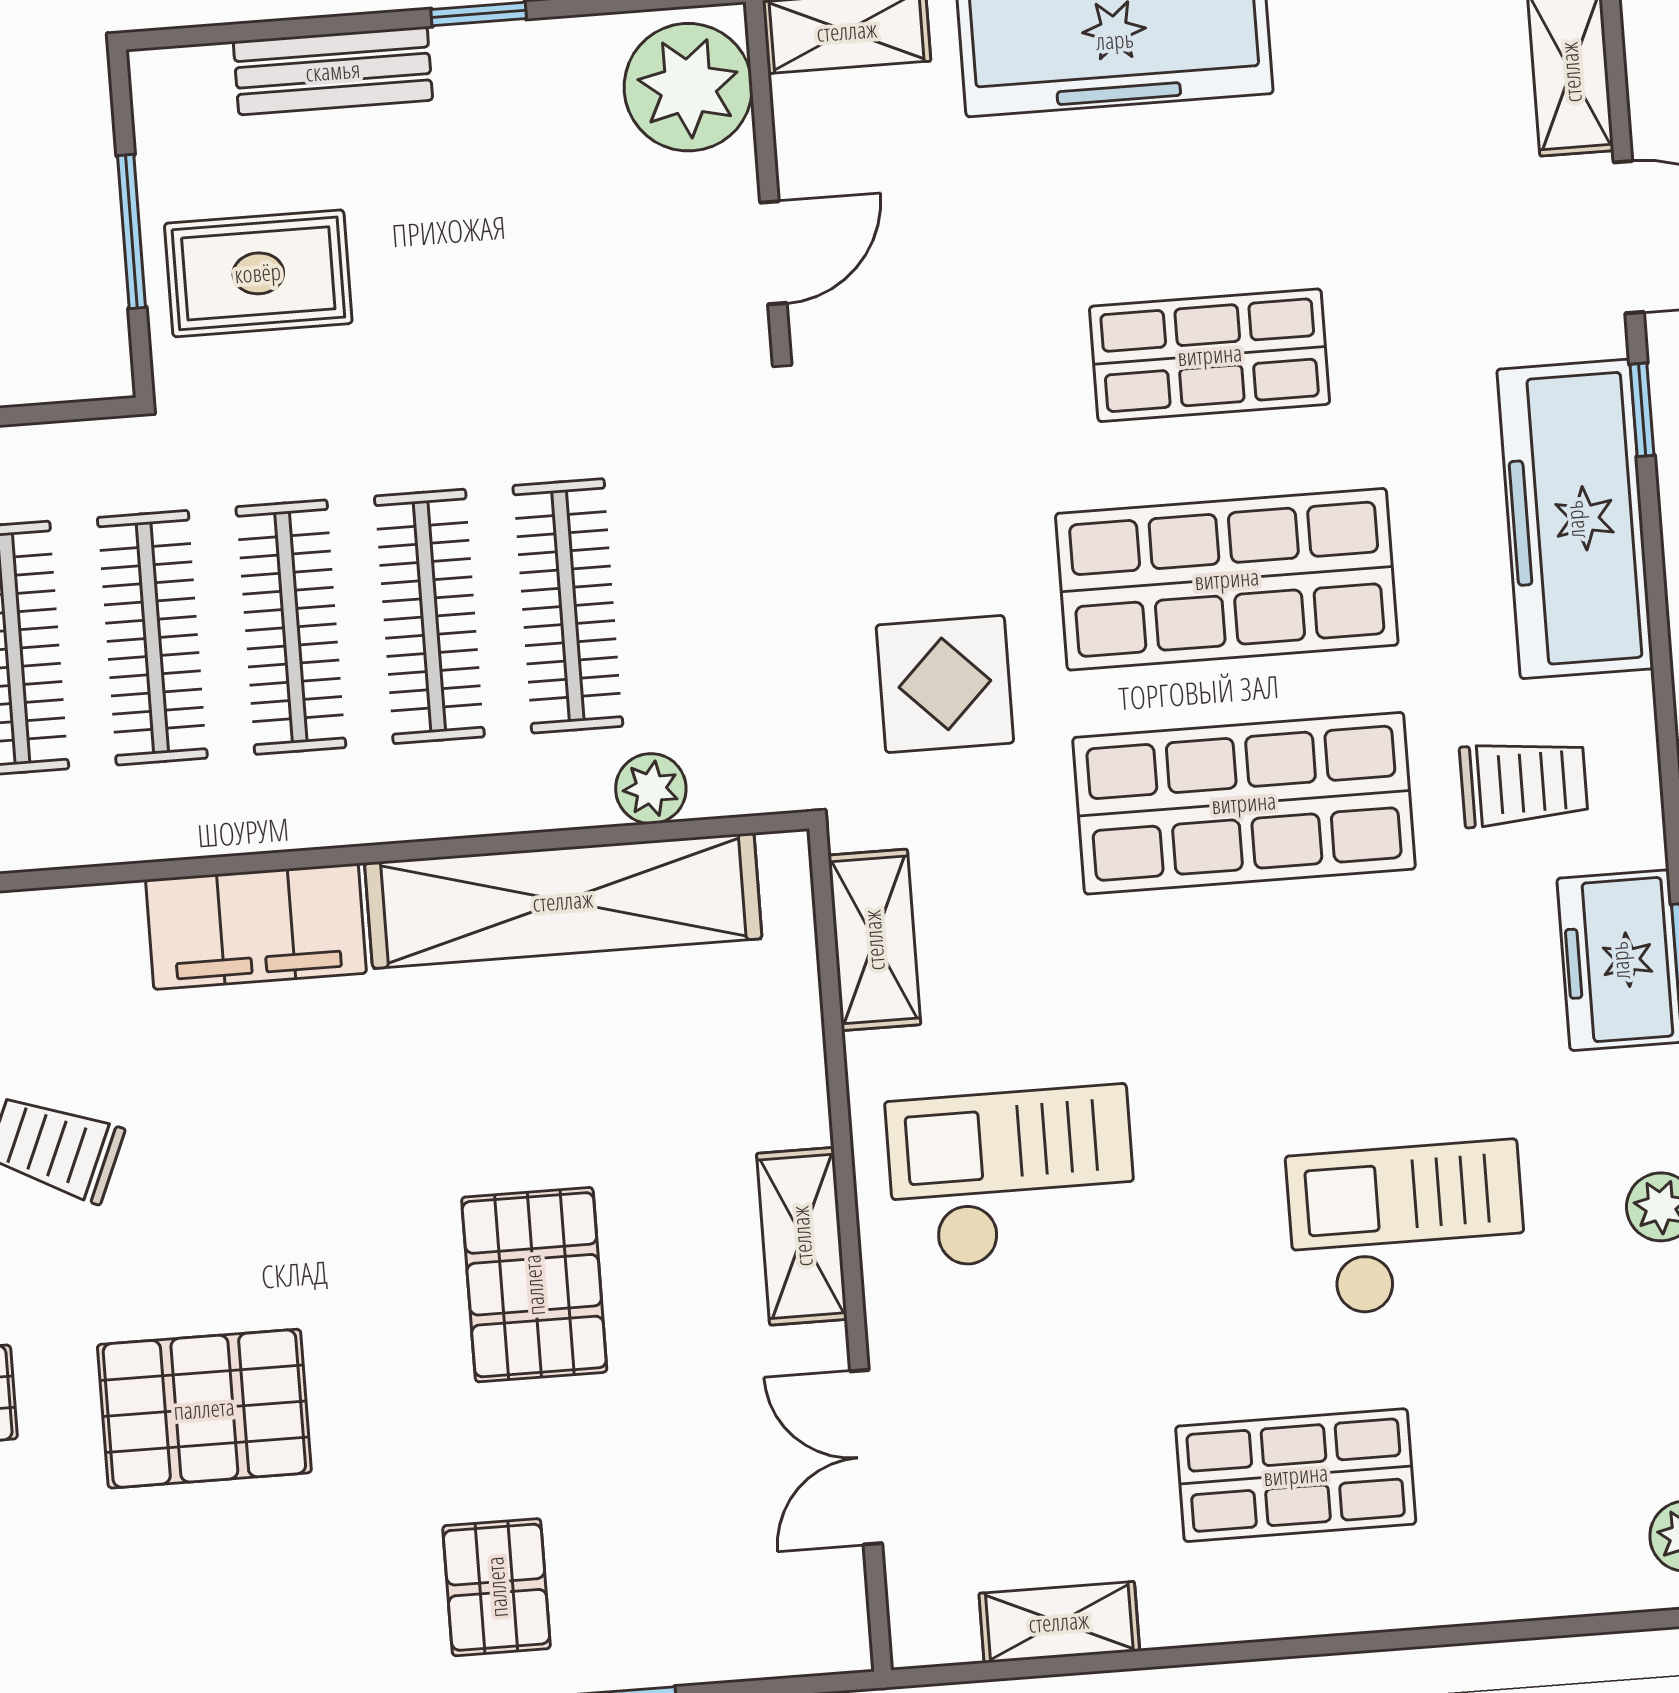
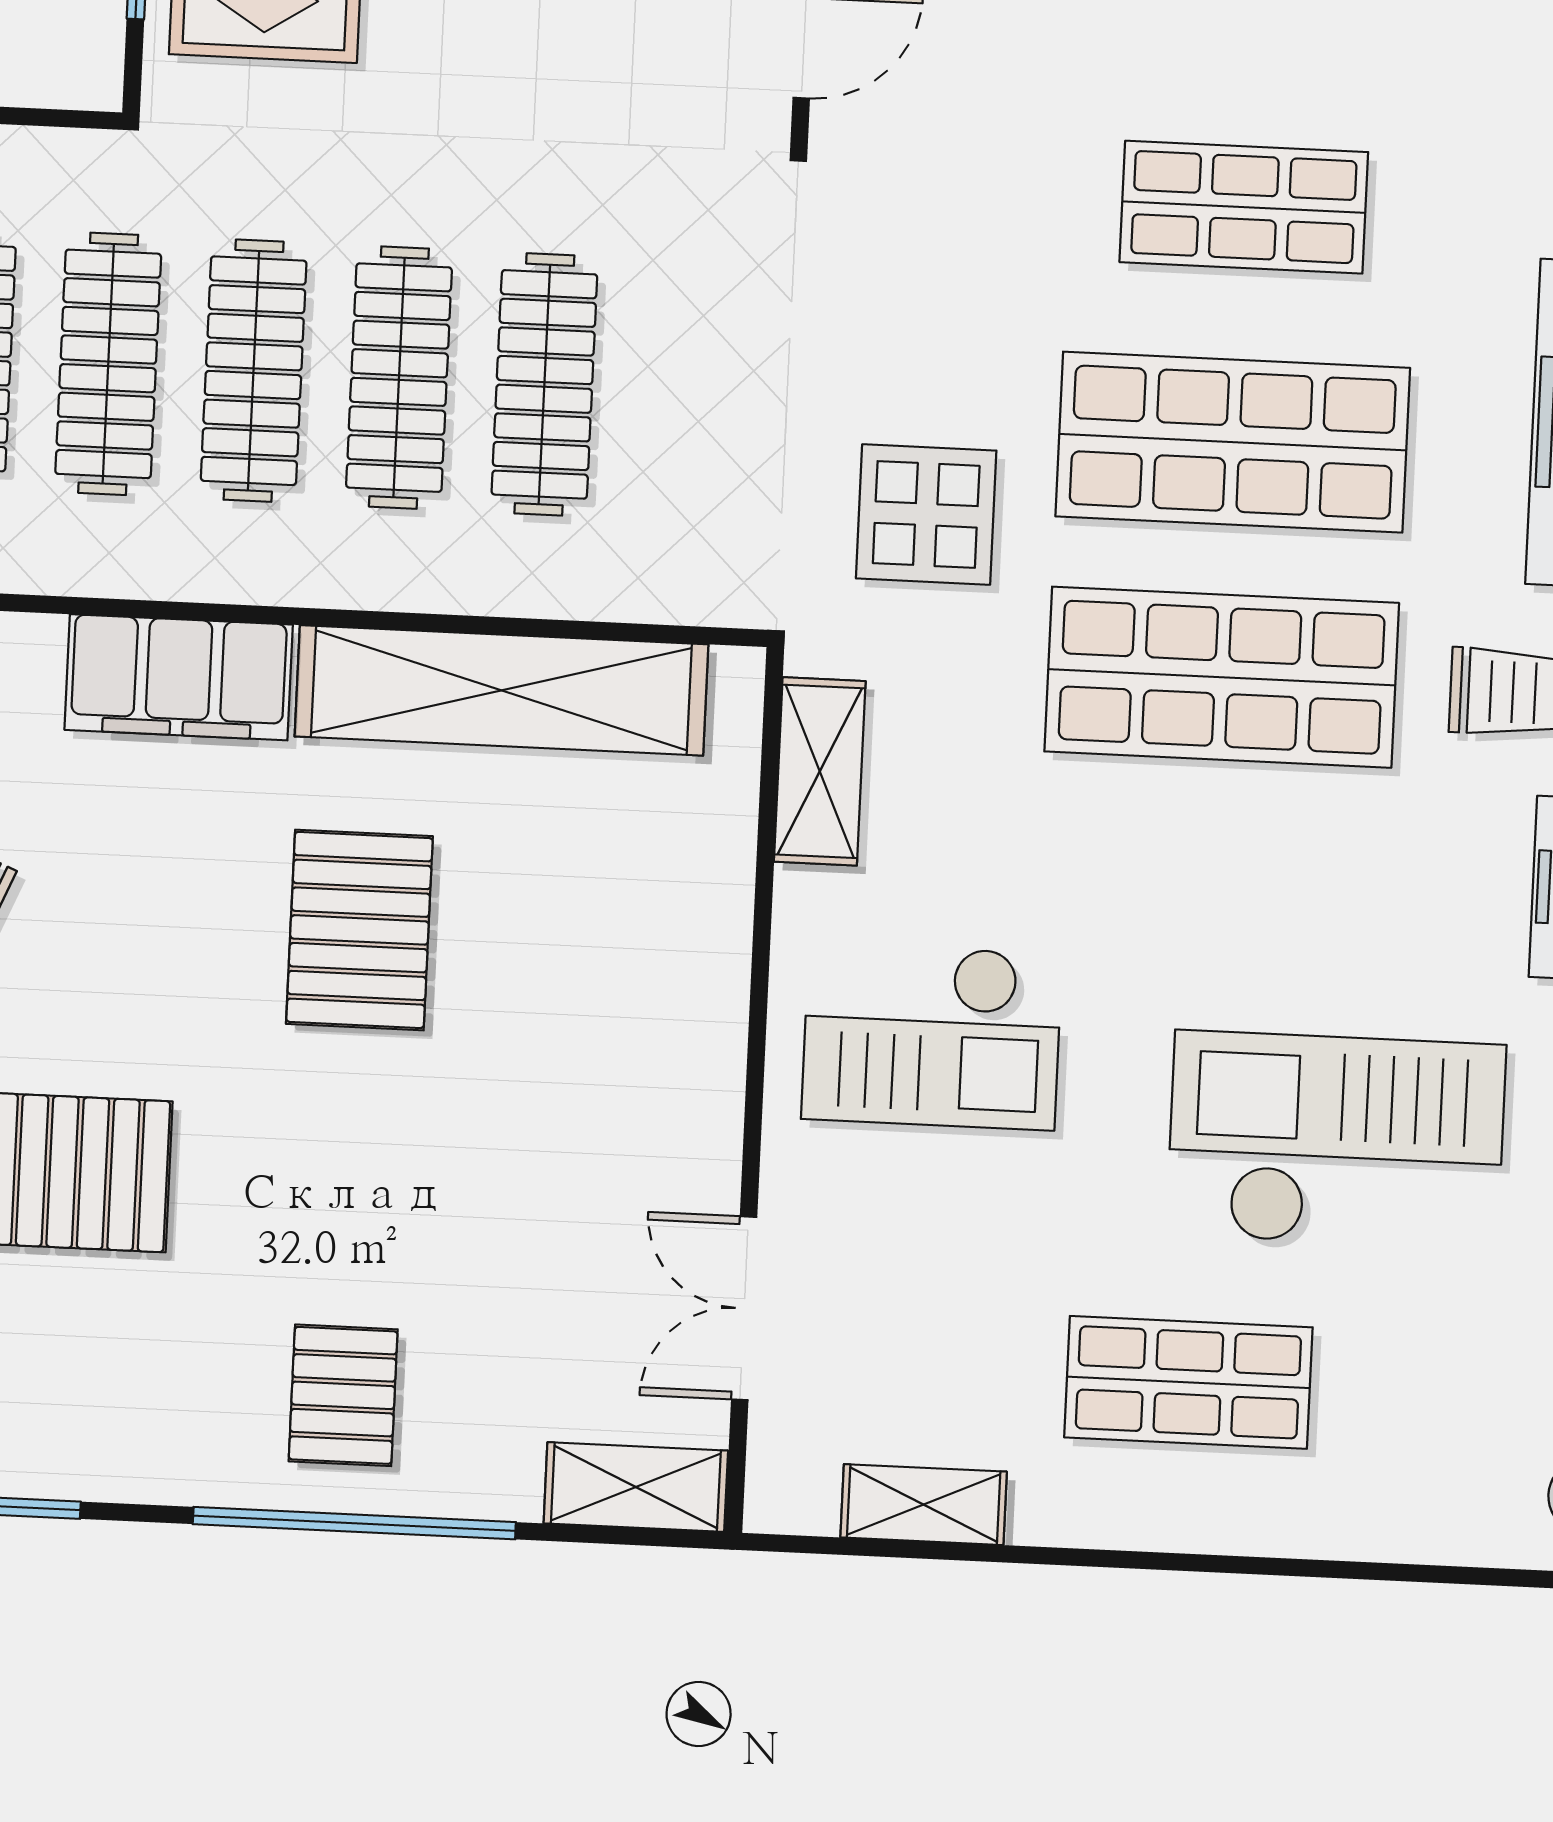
plant: (651, 789) -> (607, 585), removed
checkout: (1012, 1177) -> (932, 1036), turned 180
checkout: (1407, 1229) -> (1336, 1140), width x1.36, depth x1.21
shelving: (802, 1236) -> (636, 1487), moved, turned 90
pallet: (534, 1285) -> (359, 930), moved

